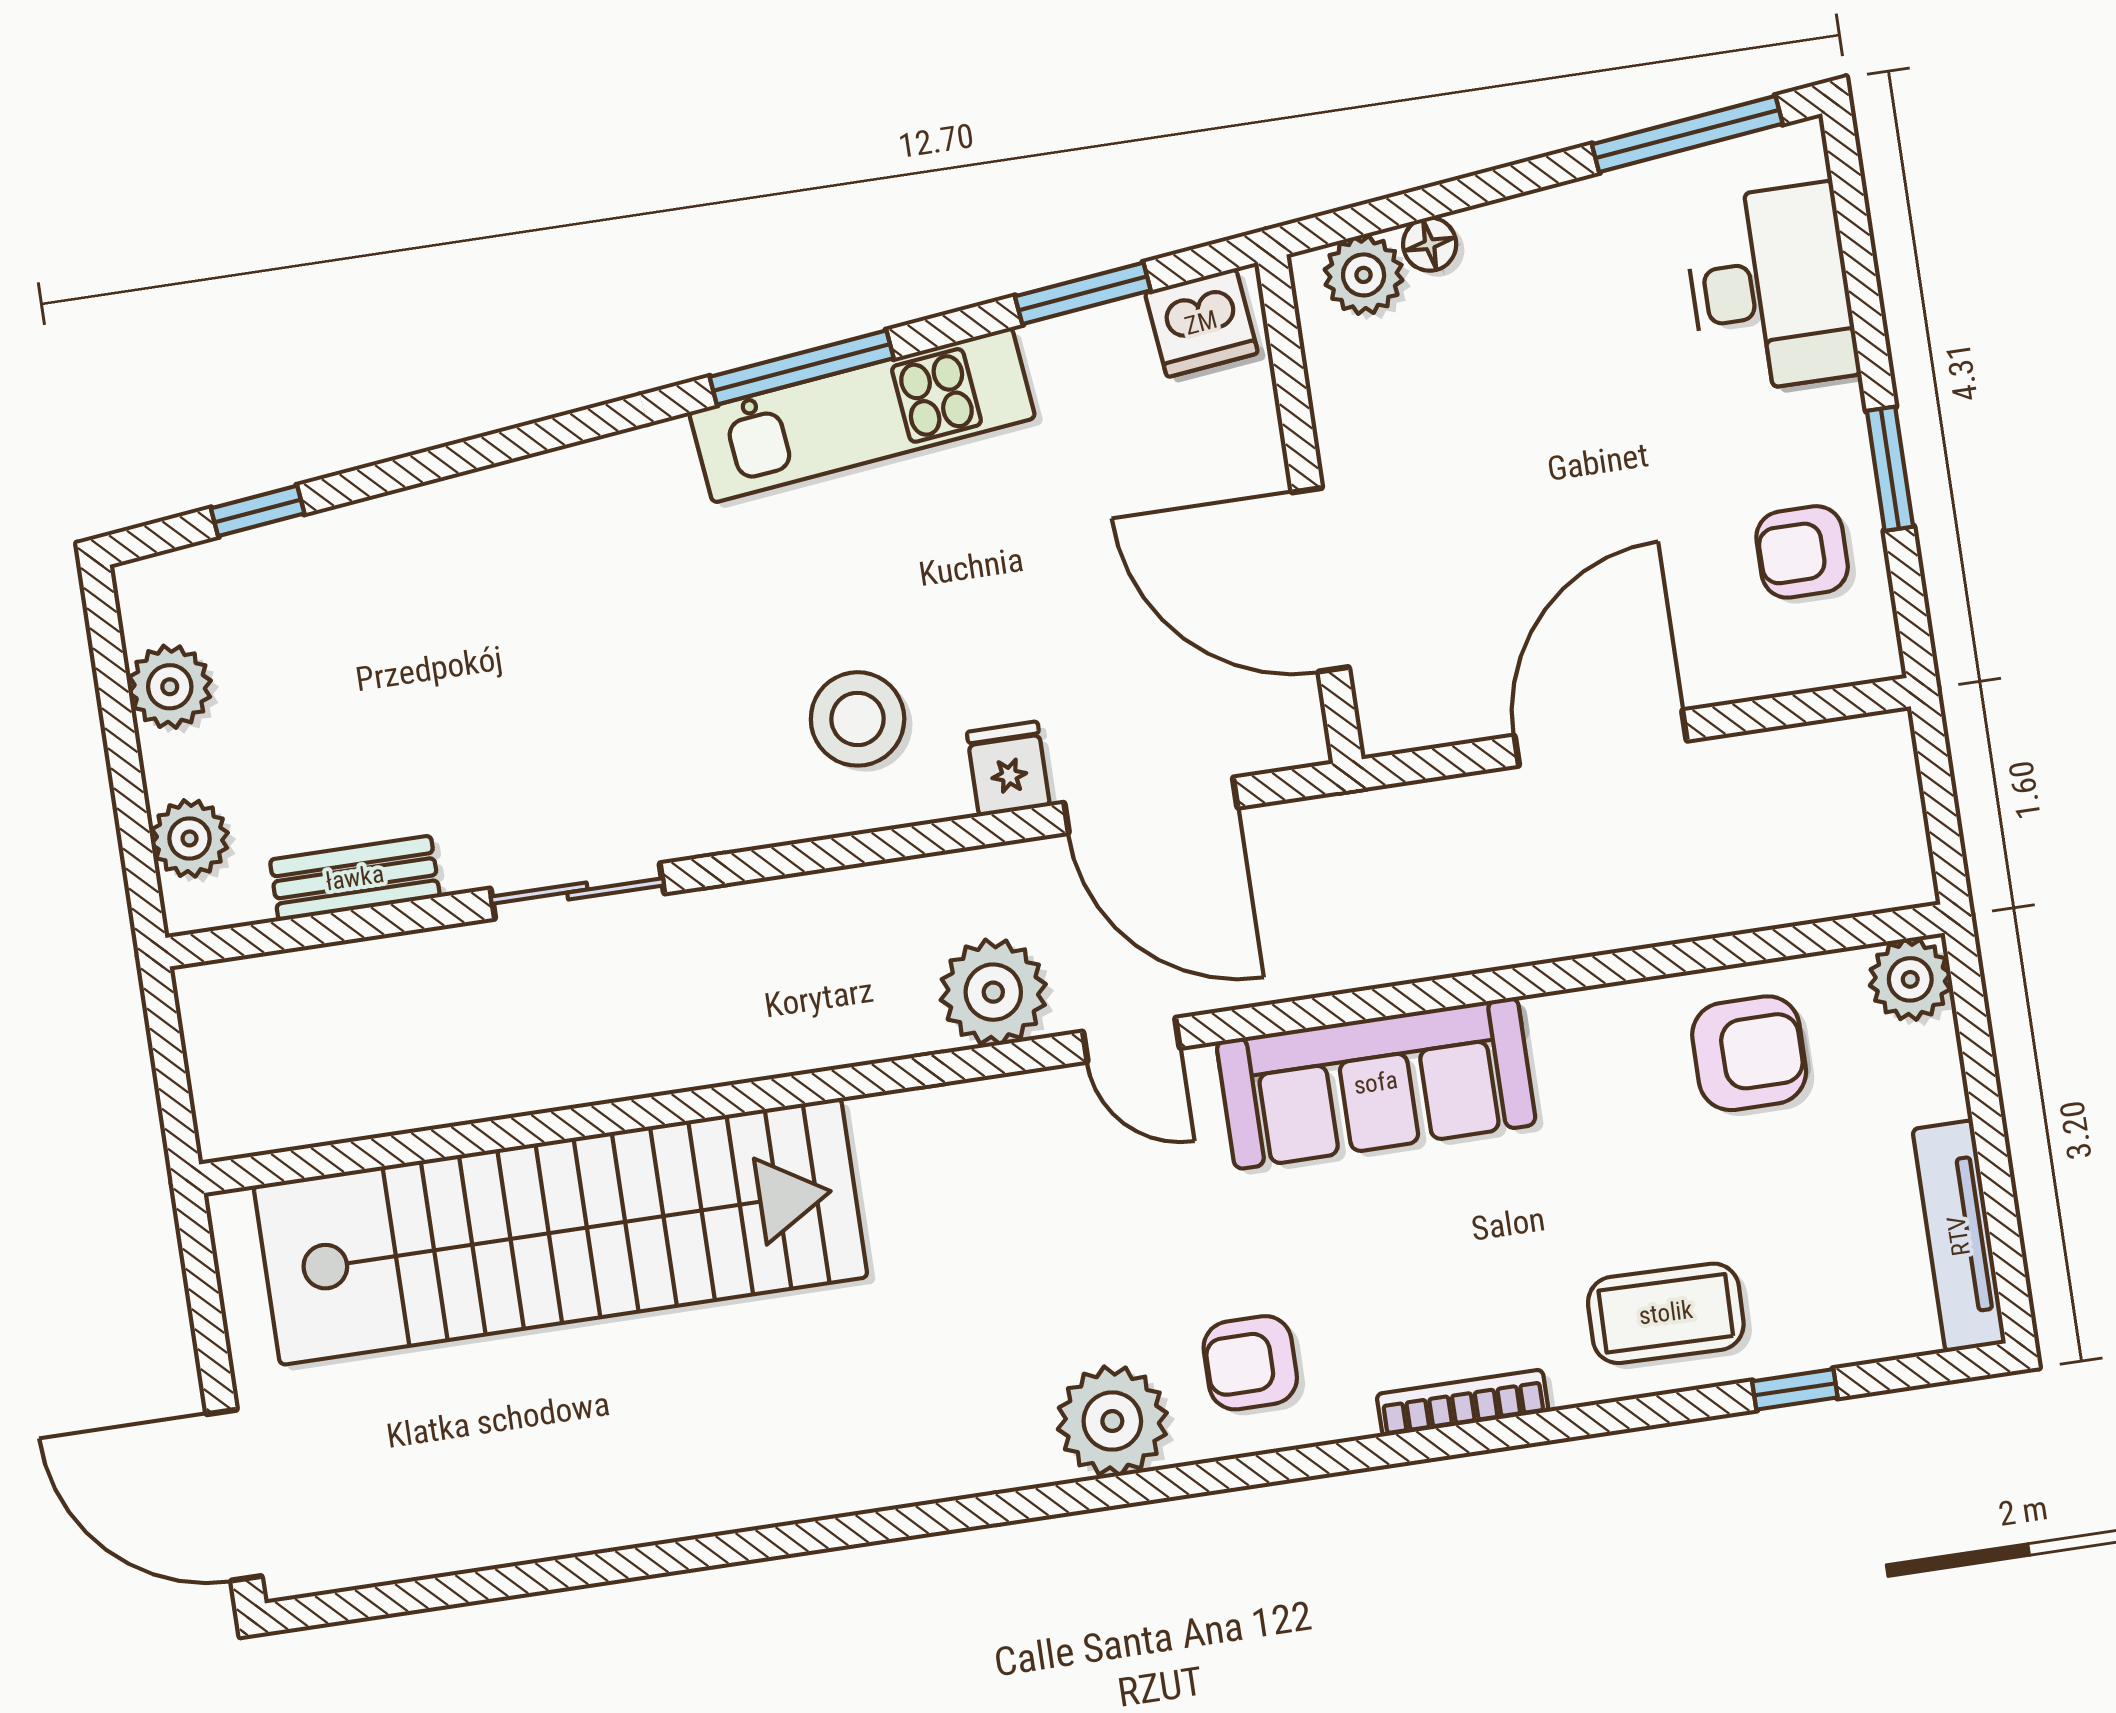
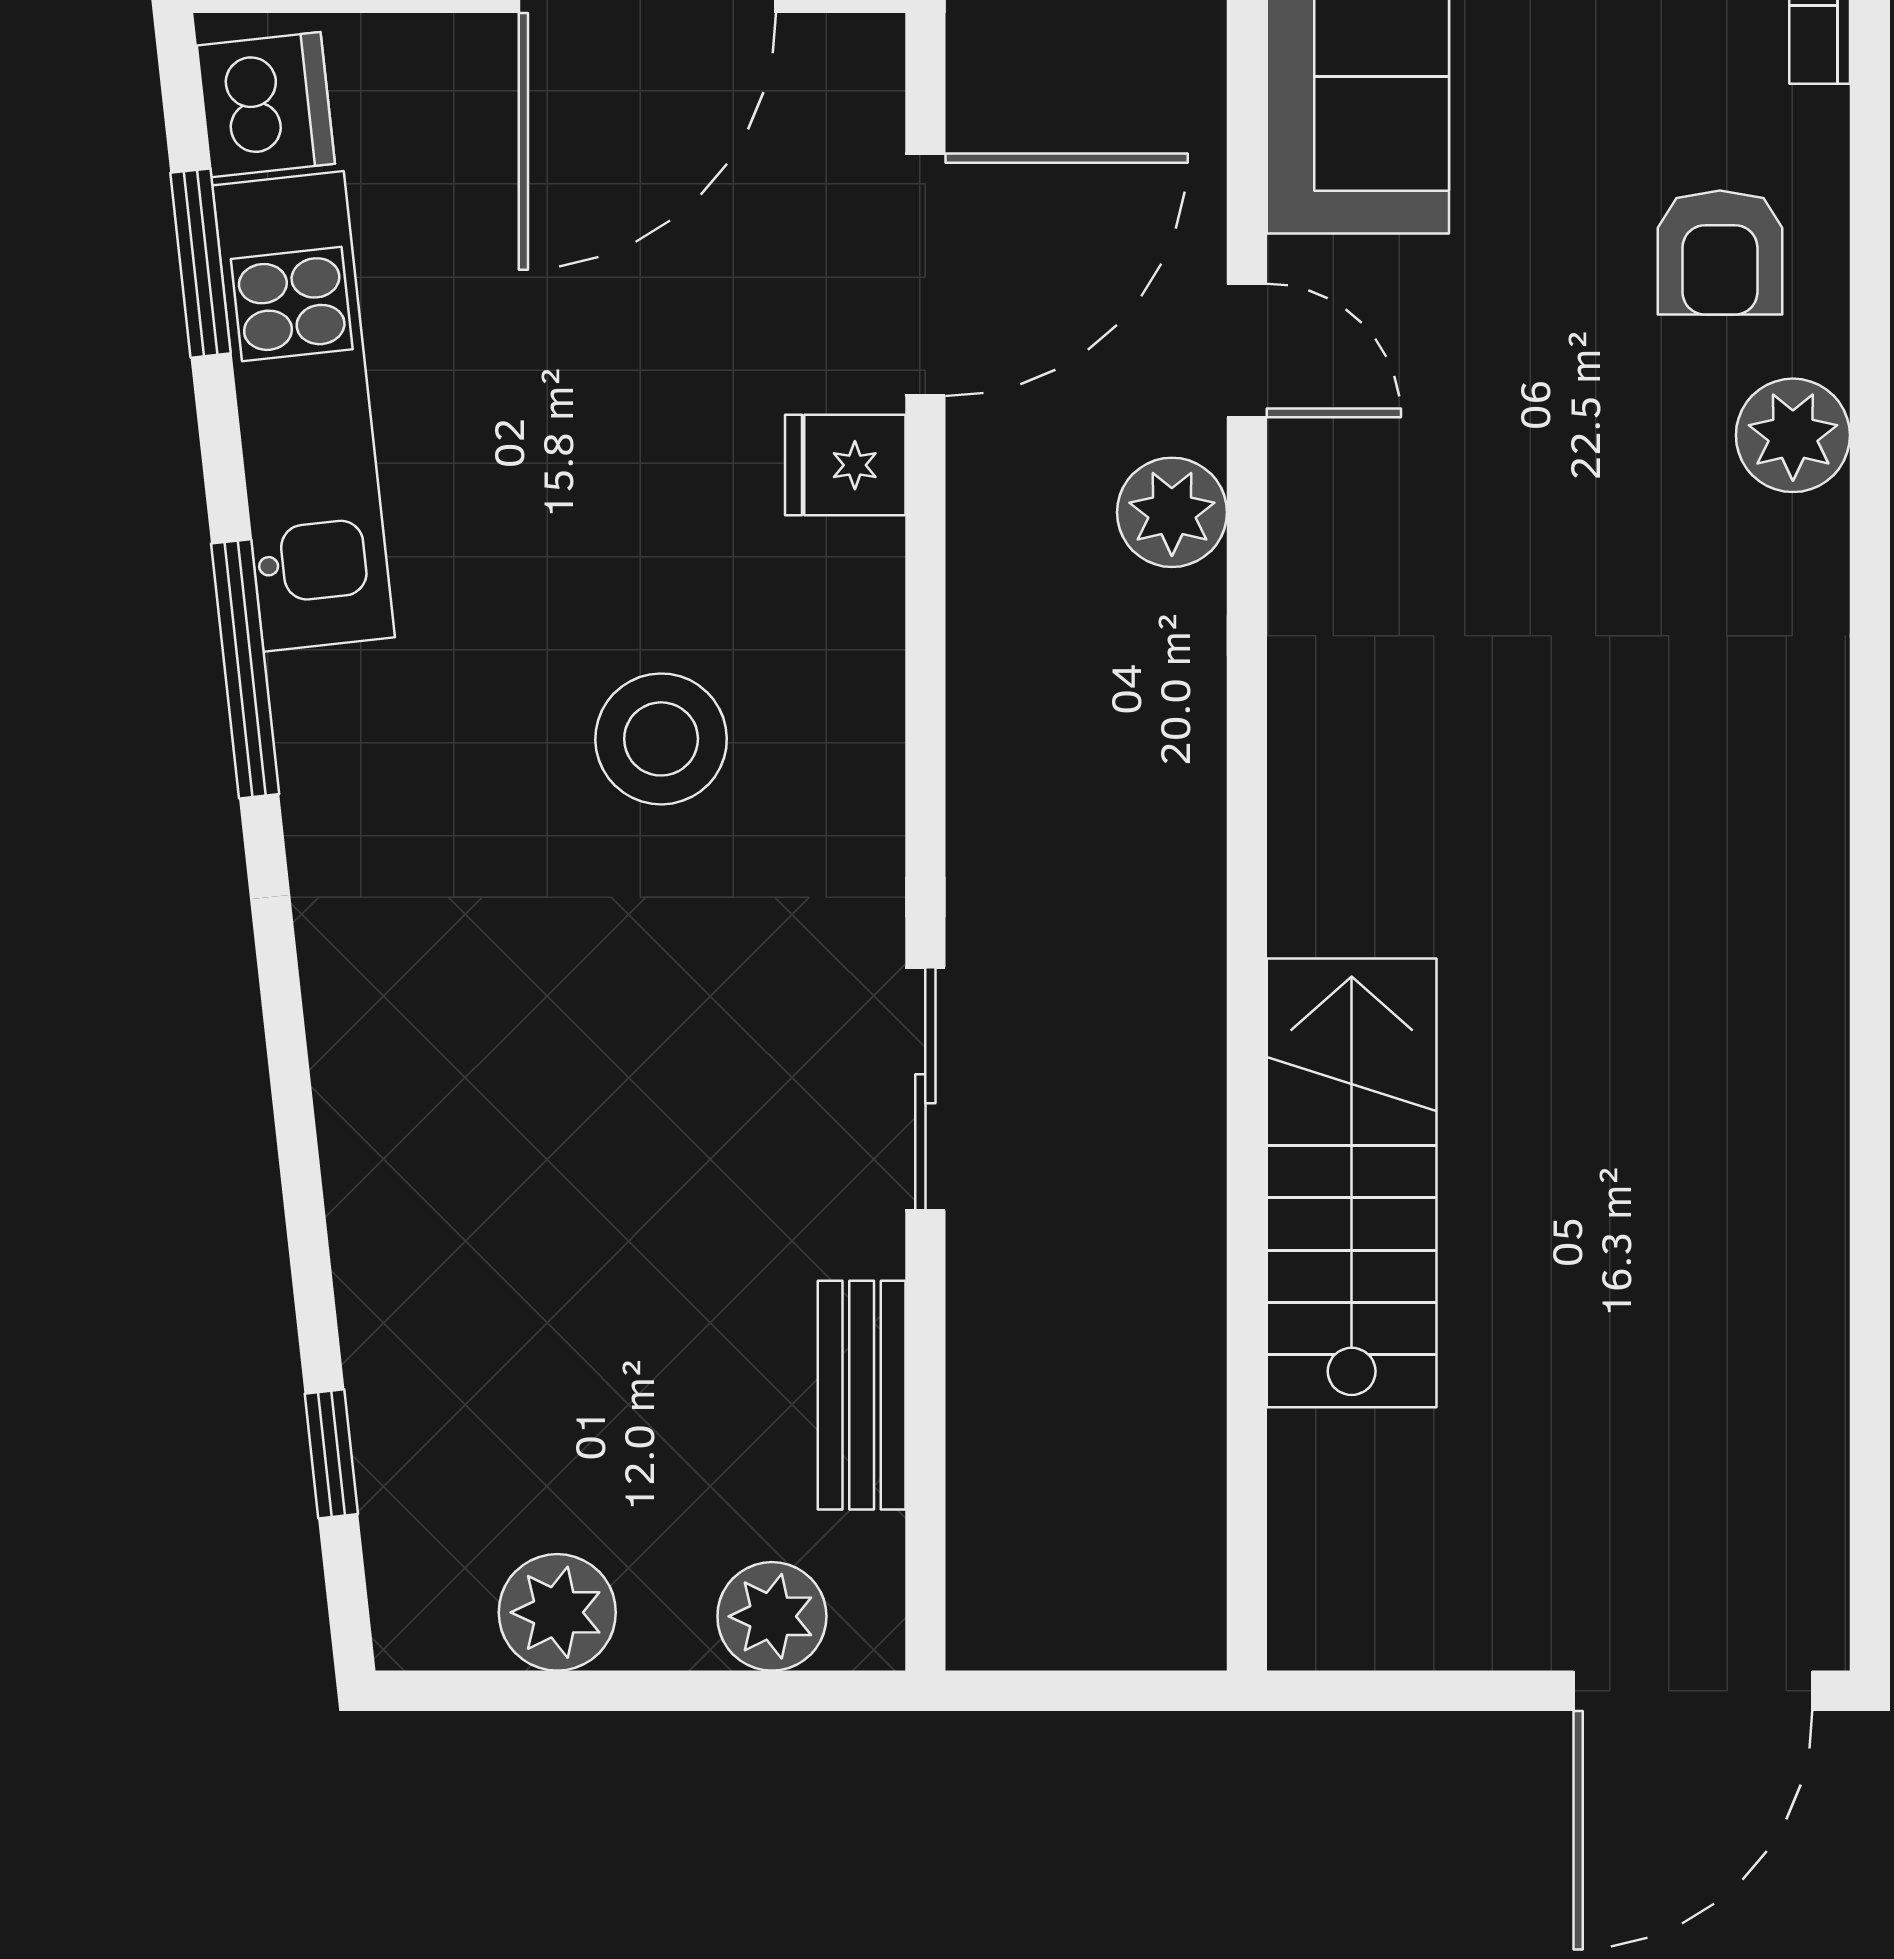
kitchen unit: (862, 415) -> (304, 411), moved
stool: (858, 719) -> (661, 739), moved
plant: (993, 992) -> (1172, 512), width x0.73, depth x0.73
door: (1131, 1040) -> (1247, 350), hinge flipped
stairs: (560, 1231) -> (1352, 1183), width x0.54, depth x0.66
plant: (1112, 1421) -> (1793, 435), width x0.73, depth x0.73

